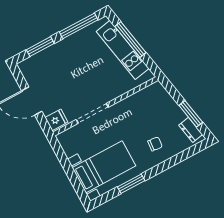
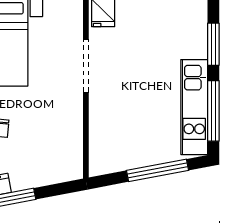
kitchen unit: (123, 50) -> (194, 107), moved, turned -79

